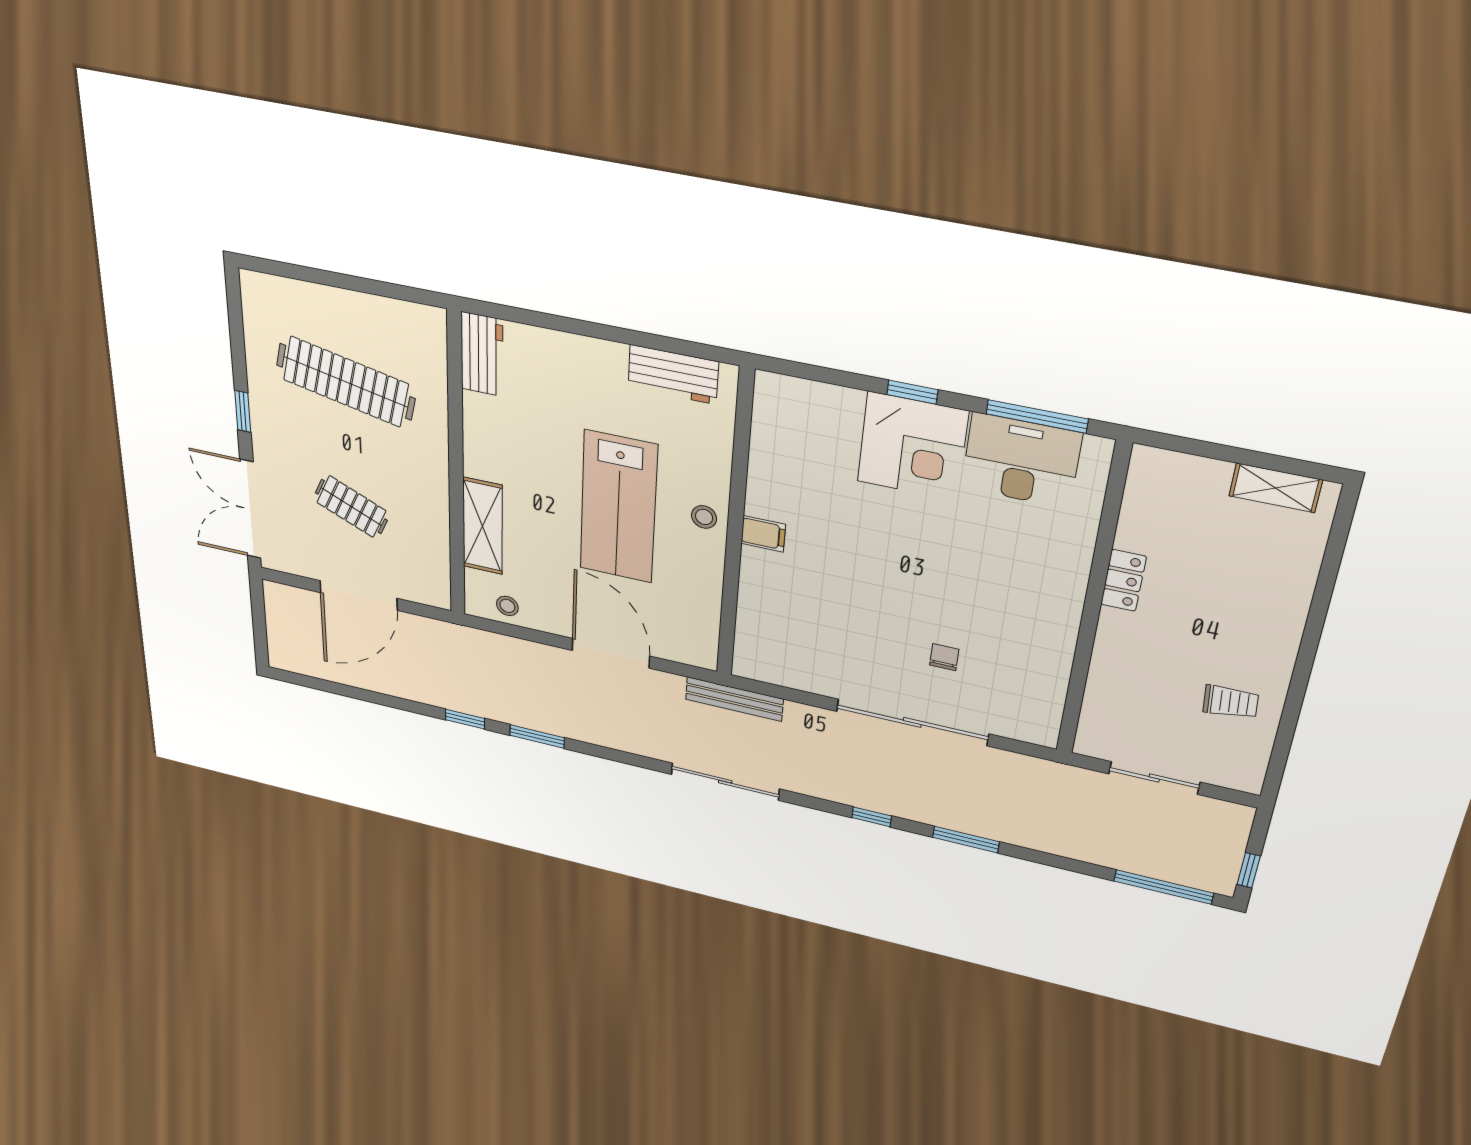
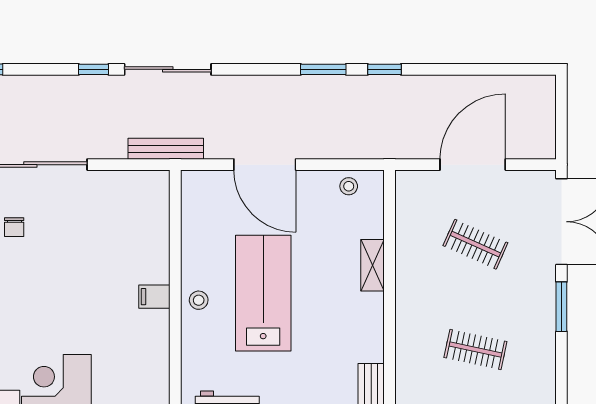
clothes rail: (346, 382) -> (475, 350), width x0.54, depth x0.76
window: (243, 411) -> (561, 307), width x1.50
shelving: (483, 526) -> (373, 265), width x0.67, depth x0.75
window: (872, 817) -> (94, 69), moved

